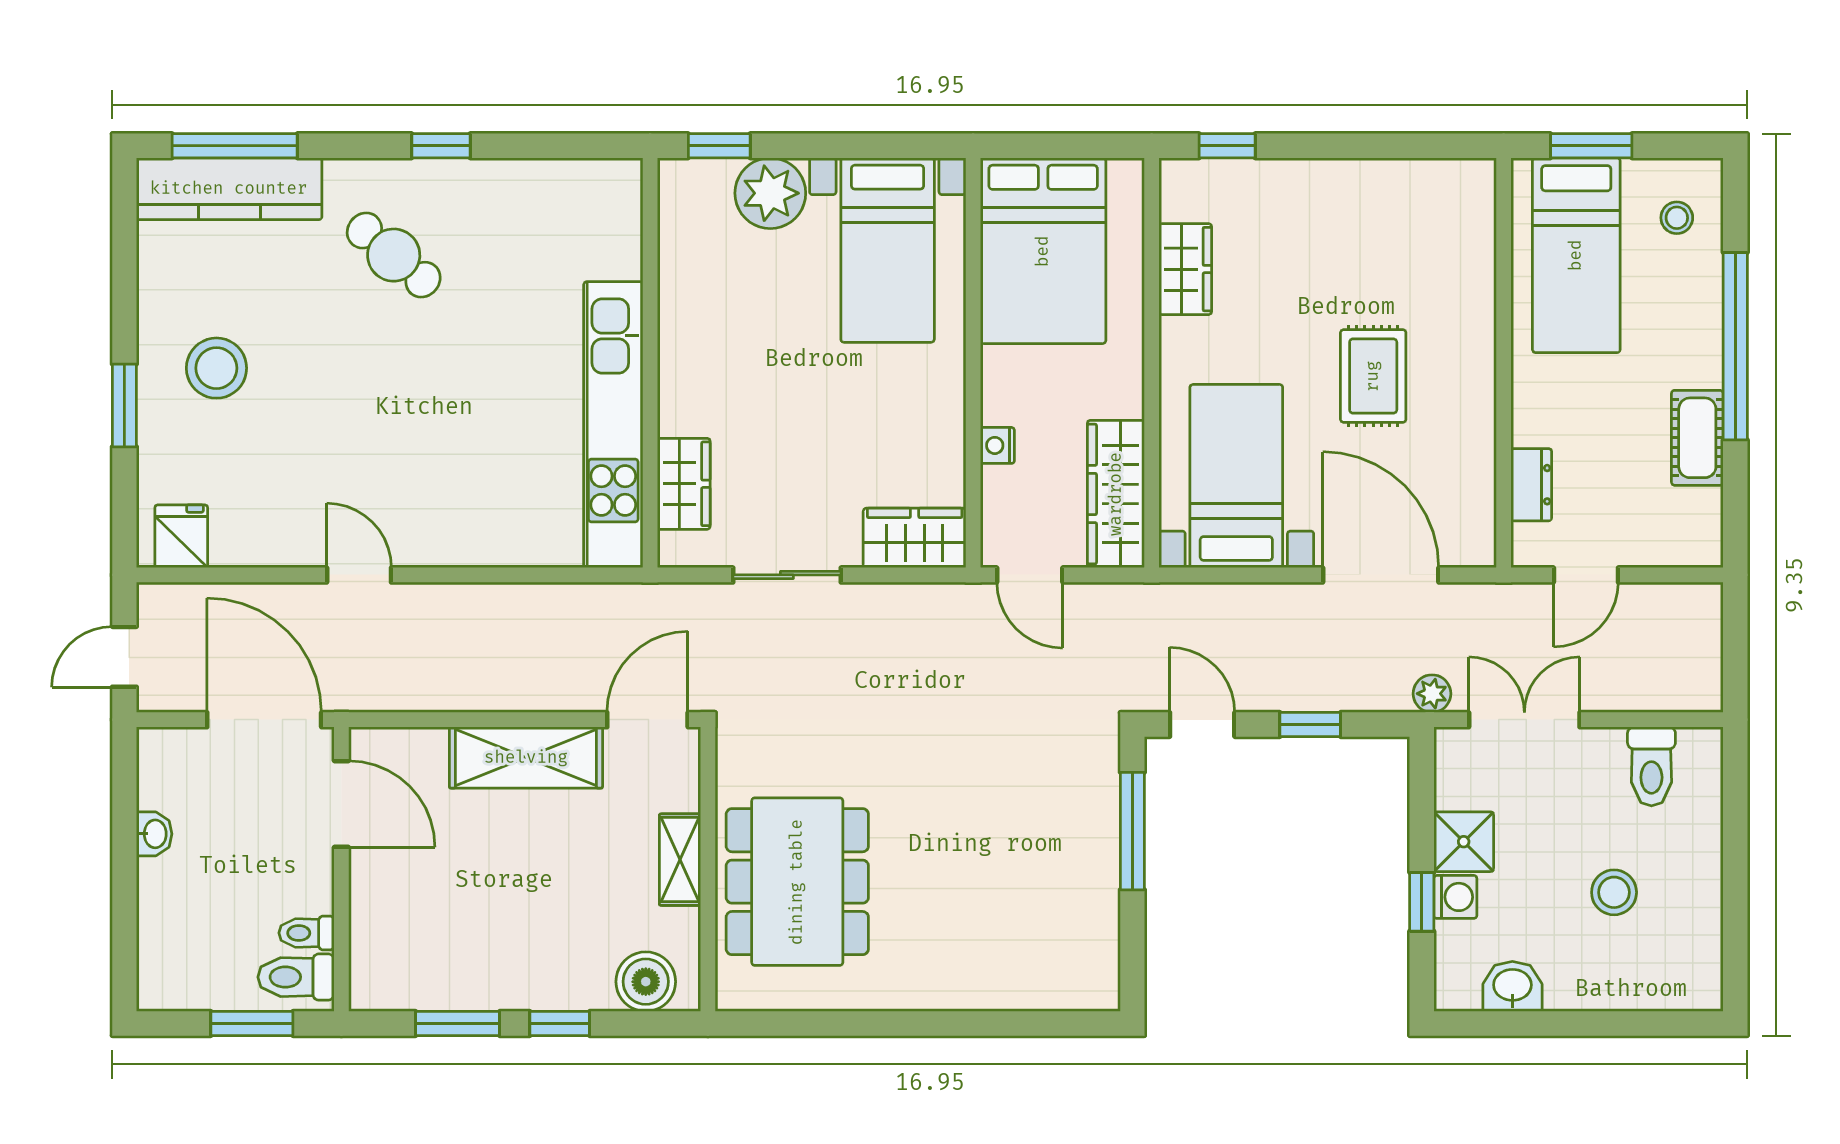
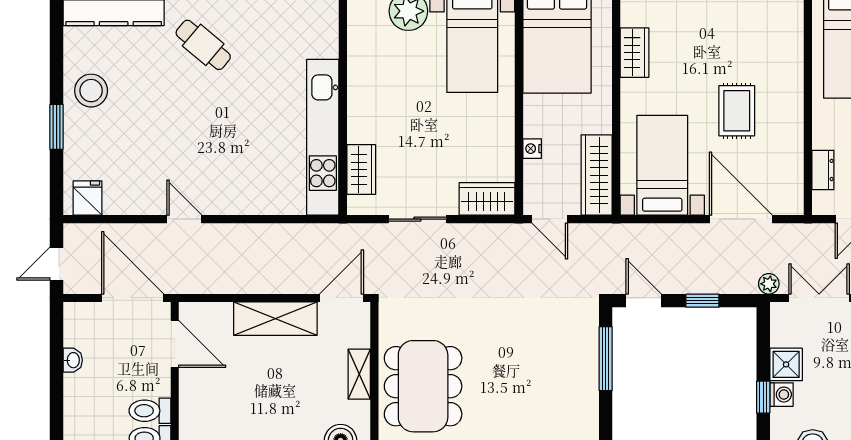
stool: (216, 368) -> (91, 91), moved
toilet: (306, 933) -> (150, 411), width x1.37, depth x1.39

